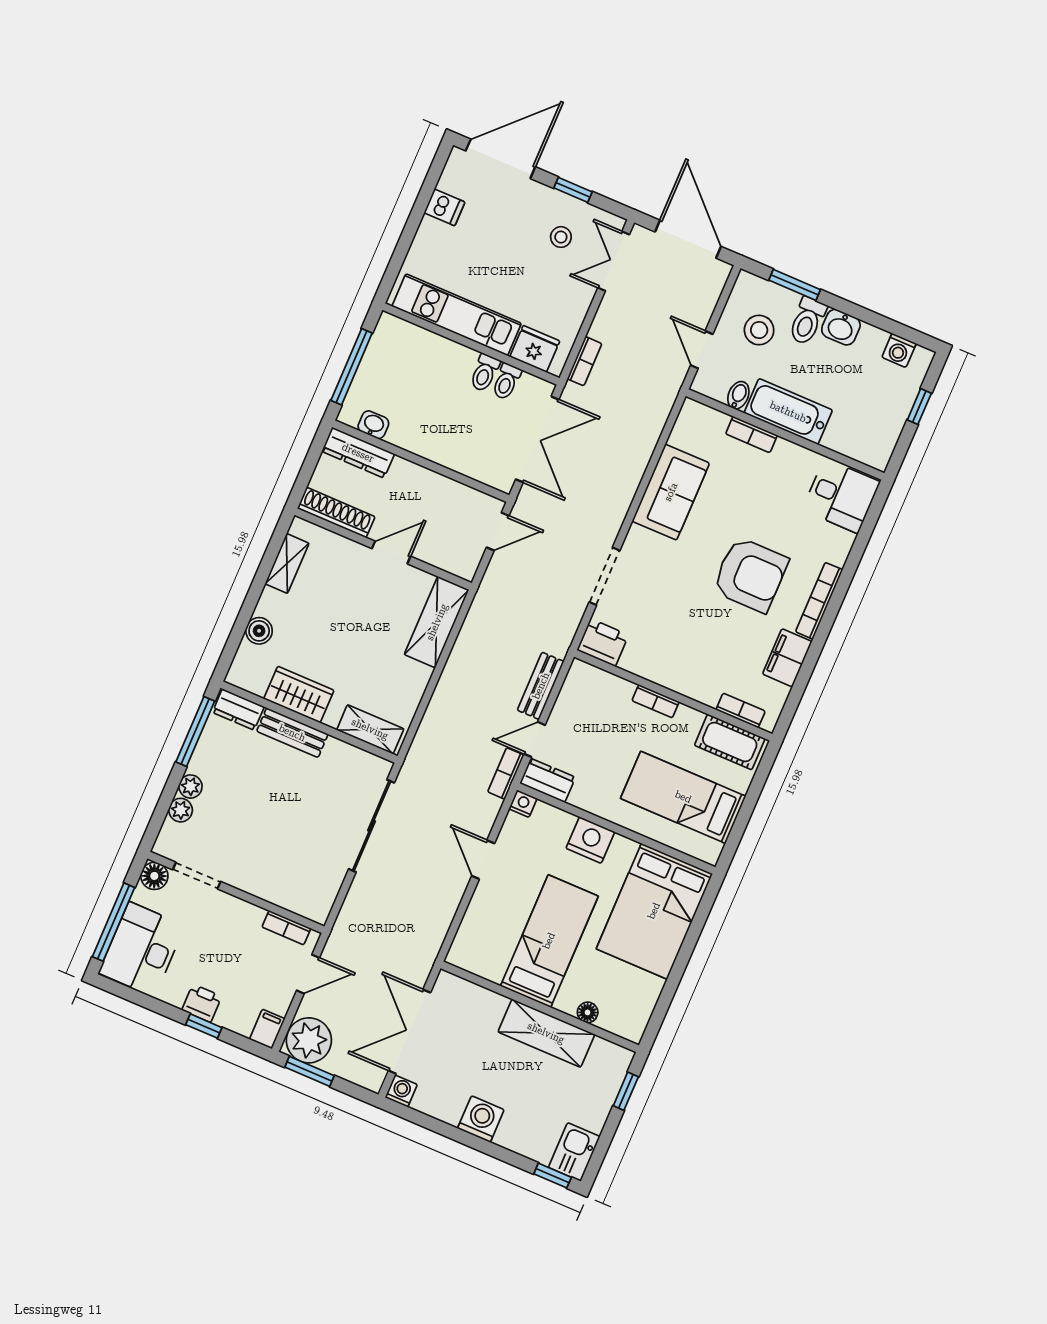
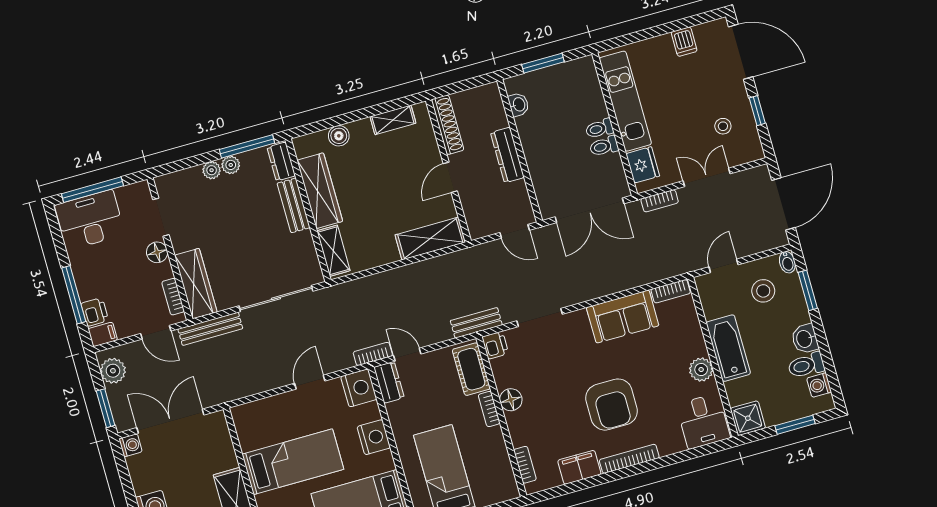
double door: (614, 261) -> (707, 177), moved
toilet: (807, 321) -> (806, 365), moved
window: (352, 367) -> (543, 63), width x0.69
toilet: (506, 381) -> (599, 129), moved
bidet: (738, 395) -> (787, 262), moved, turned 90
window: (919, 407) -> (795, 425), width x1.50
bookcase: (751, 434) -> (671, 291), moved, turned -90
shower: (875, 449) -> (748, 418), added
dresser: (358, 453) -> (507, 155), moved
plant: (788, 456) -> (701, 370), added
door: (391, 552) -> (450, 177), swing flipped
printer: (603, 643) -> (495, 345), width x0.73, depth x0.81
floor lamp: (664, 672) -> (511, 400), added
bench: (541, 686) -> (476, 323), moved
wardrobe: (299, 695) -> (320, 191), width x1.50
cot: (730, 742) -> (471, 369), moved
nightstand: (523, 804) -> (359, 388), width x1.89, depth x1.79
plant: (181, 810) -> (231, 165), moved
floor lamp: (154, 876) -> (157, 252), moved
wardrobe: (292, 894) -> (196, 284), added
bench: (349, 916) -> (210, 329), added
printer: (202, 1003) -> (95, 312), moved
window: (204, 1026) -> (74, 295), width x2.17
plant: (309, 1040) -> (113, 371), width x0.73, depth x0.73
window: (310, 1071) -> (106, 408), moved

